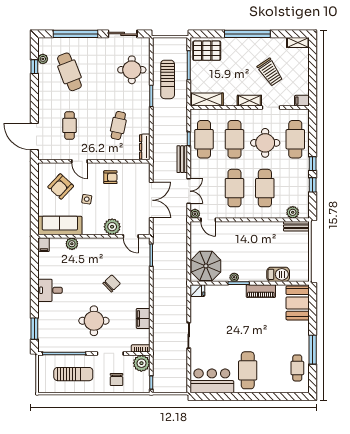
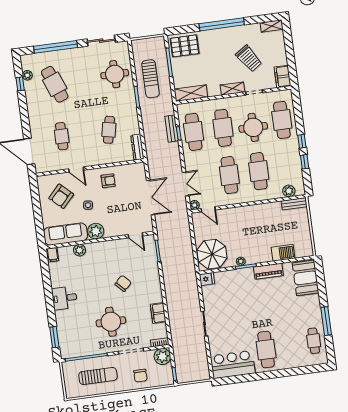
filing cabinet: (302, 101) -> (282, 77), width x2.00
bench: (182, 159) -> (172, 129), moved
plant: (112, 227) -> (96, 231), moved

